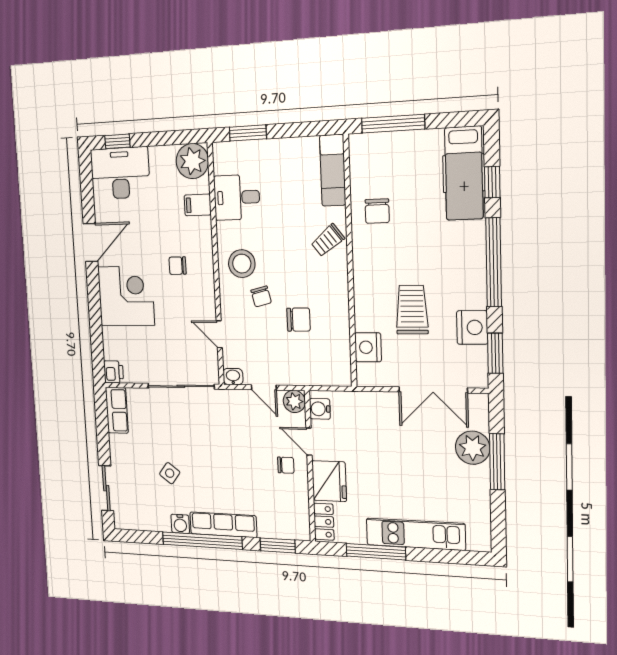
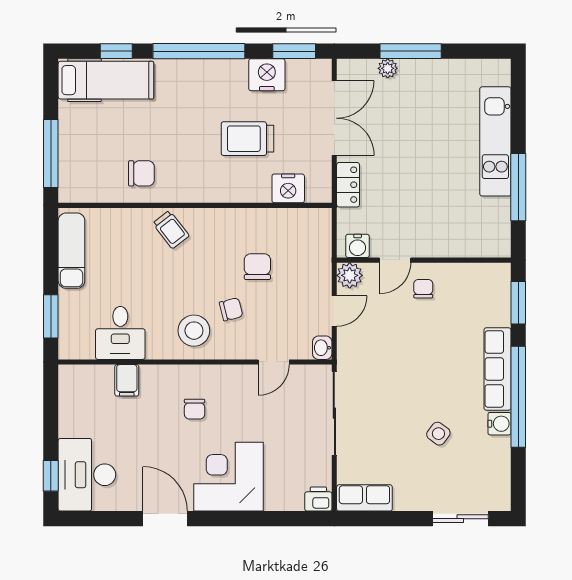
plant: (192, 161) -> (78, 384), removed
exam couch: (333, 170) -> (71, 251), moved, turned -90
plant: (473, 448) -> (388, 68), width x0.53, depth x0.53
fridge: (329, 481) -> (440, 238), removed
locker: (324, 522) -> (348, 185), moved, turned 90

